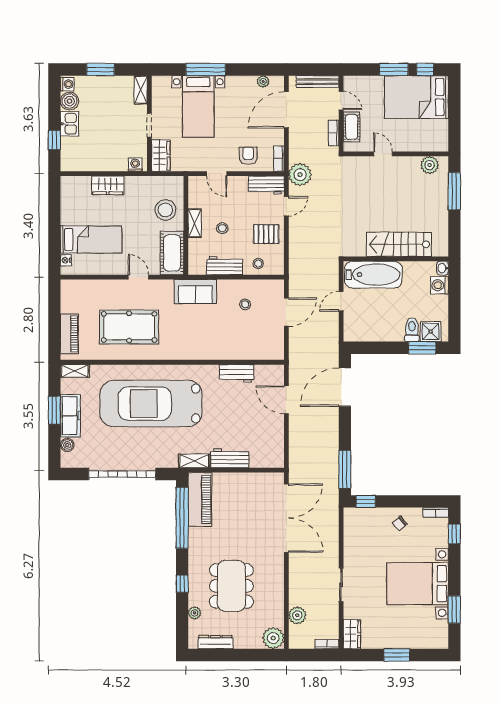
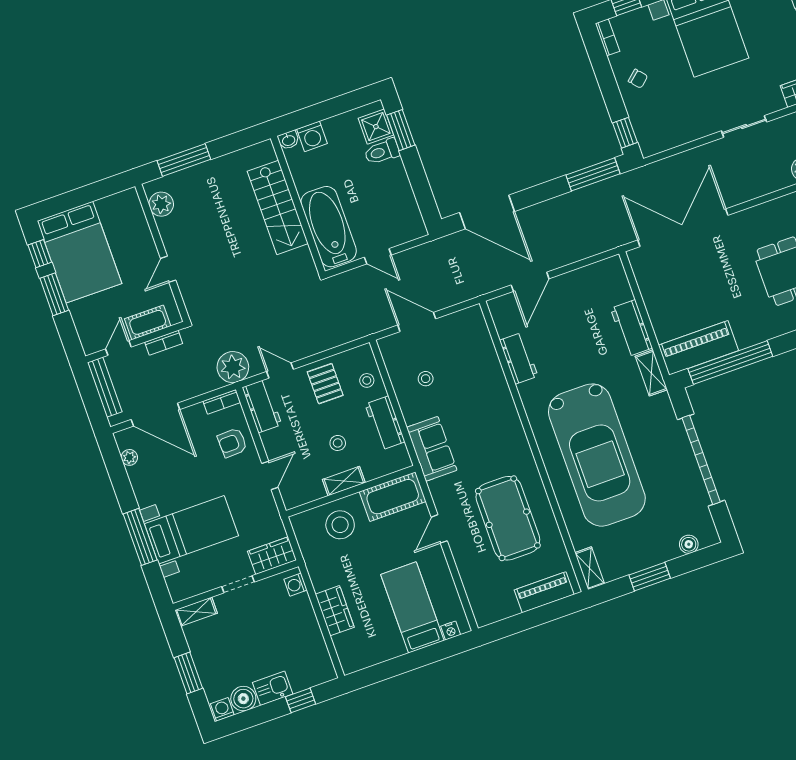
freezer: (70, 416) -> (649, 554), removed

